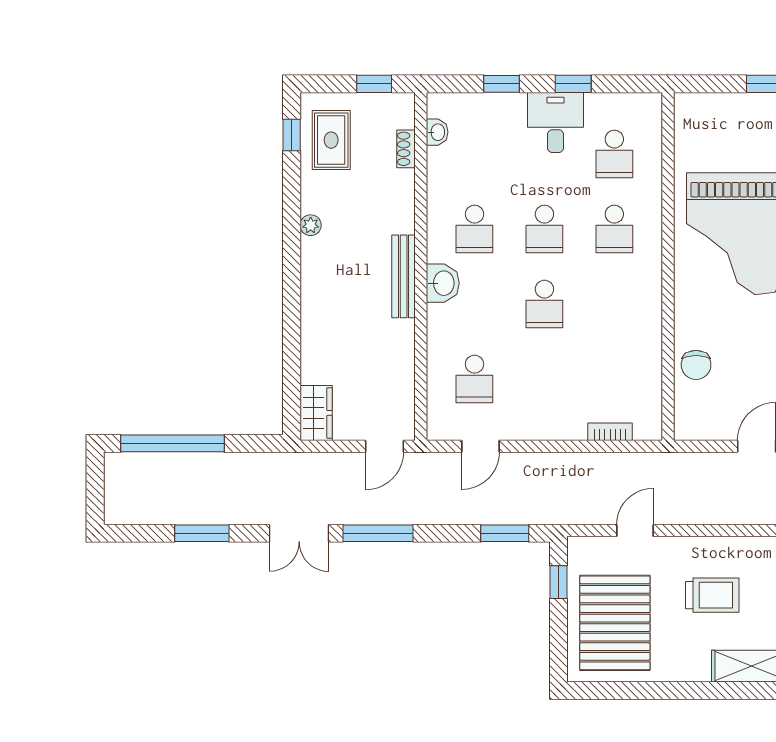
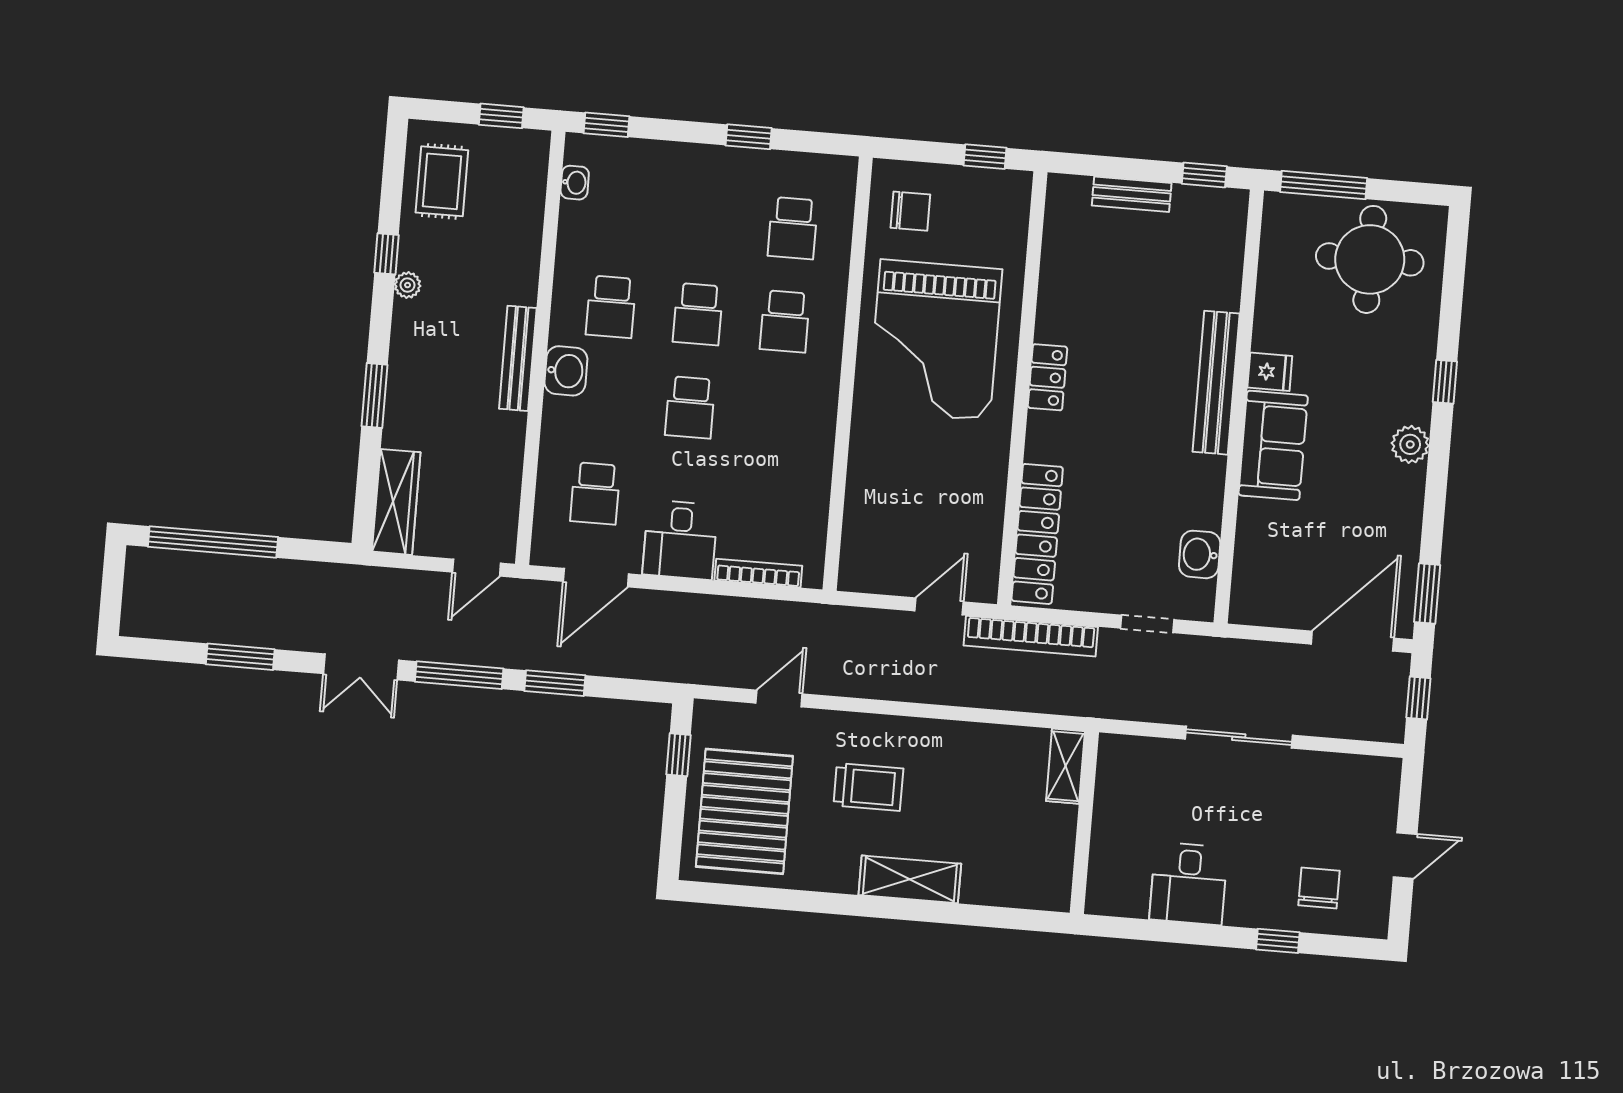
window: (501, 84) -> (606, 125), moved
desk: (556, 122) -> (680, 540), moved, turned 180
window: (292, 135) -> (386, 254), moved
shoe rack: (406, 149) -> (534, 200), removed
window: (292, 316) -> (375, 395), added
chair: (696, 365) -> (910, 211), moved, turned -90
wardrobe: (316, 413) -> (396, 502), width x1.50
bookcase: (610, 432) -> (758, 573), width x1.56
door: (481, 446) -> (596, 578), width x1.38
window: (505, 533) -> (555, 683), moved

